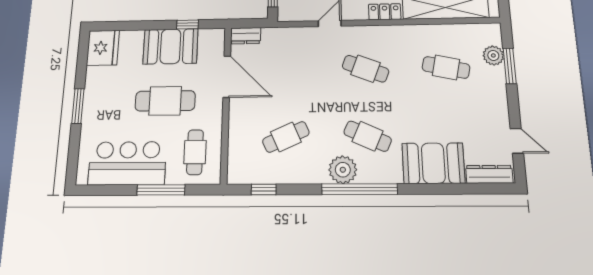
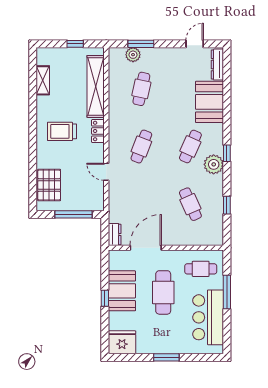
window: (188, 25) -> (105, 298), moved
window: (264, 189) -> (227, 205), moved
window: (359, 189) -> (227, 153), width x0.32

